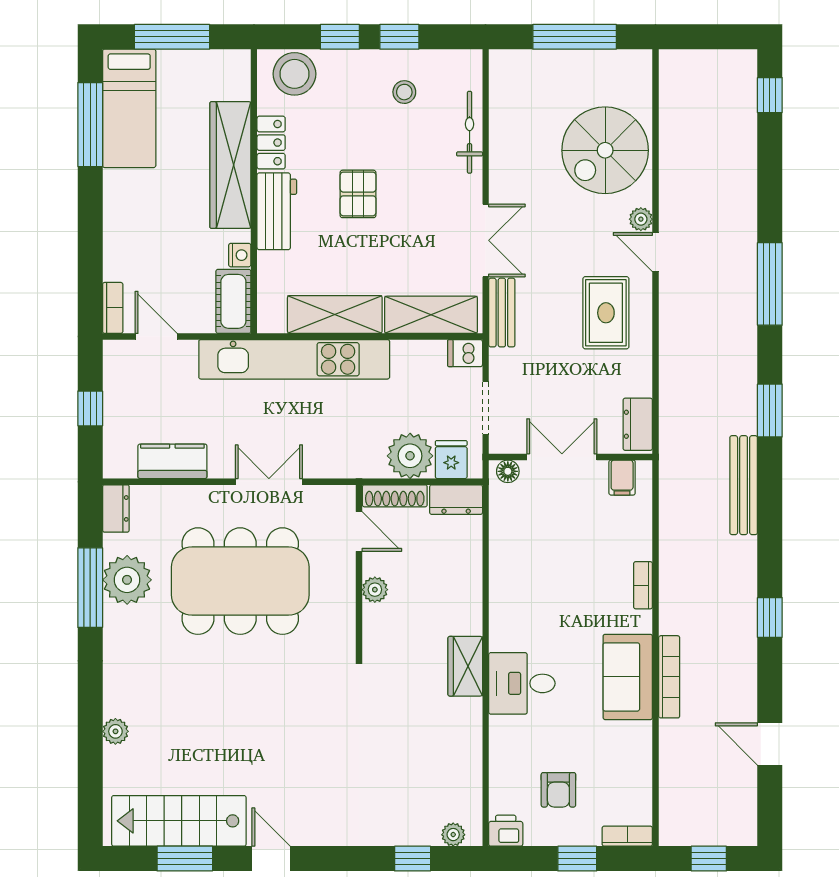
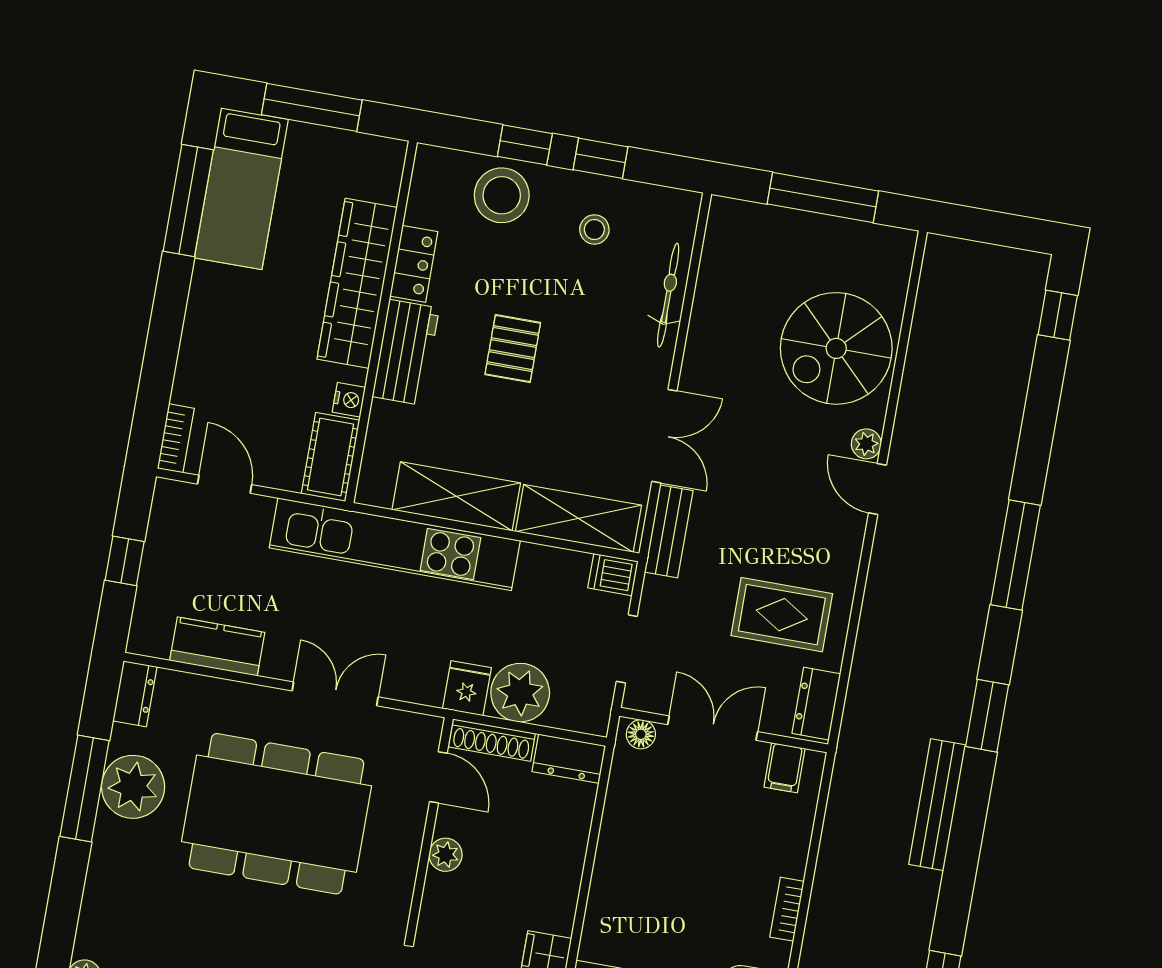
stool: (295, 74) -> (502, 195), moved
rug: (606, 313) -> (782, 615), moved, turned 90
fridge: (451, 460) -> (467, 688), moved

